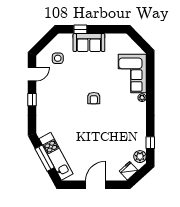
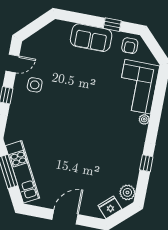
window: (80, 29) -> (112, 25), moved
side table: (58, 58) -> (35, 85), moved
armchair: (94, 98) -> (130, 46), moved
window: (150, 143) -> (146, 163), moved

